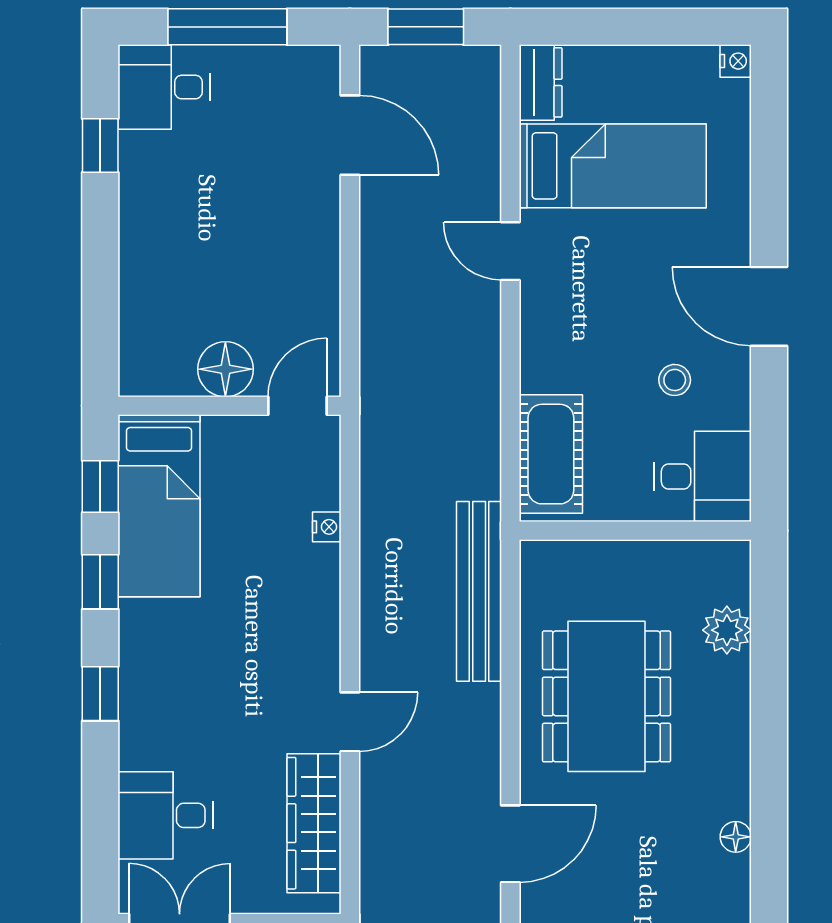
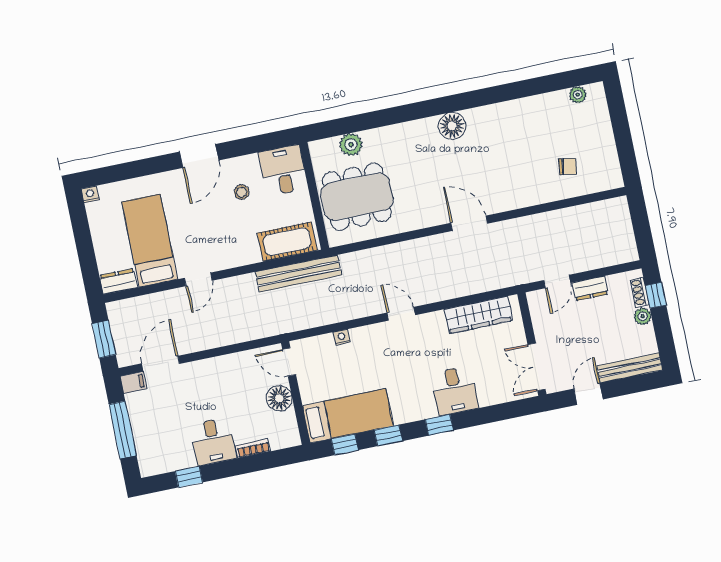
filing cabinet: (322, 70) -> (133, 383), added
desk: (164, 87) -> (213, 441), moved
bookcase: (132, 292) -> (253, 448), added
bench: (479, 591) -> (298, 274), moved
dining table: (606, 696) -> (357, 197), moved
door: (350, 722) -> (401, 314), moved
desk: (165, 815) -> (455, 391), moved
floor lamp: (736, 837) -> (452, 126), width x1.89, depth x1.89

